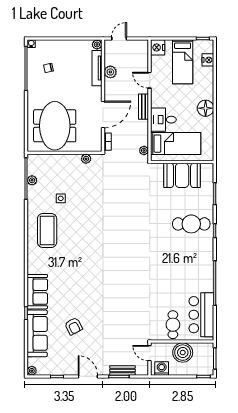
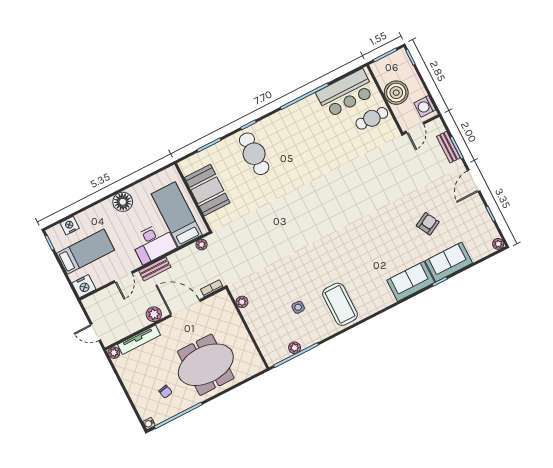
plant: (110, 72) -> (154, 314), moved
desk: (163, 120) -> (153, 243), width x1.37
meeting table: (55, 126) -> (206, 365), moved
coffee table: (47, 230) -> (340, 304), turned 90
sofa: (37, 333) -> (449, 262), width x0.73

